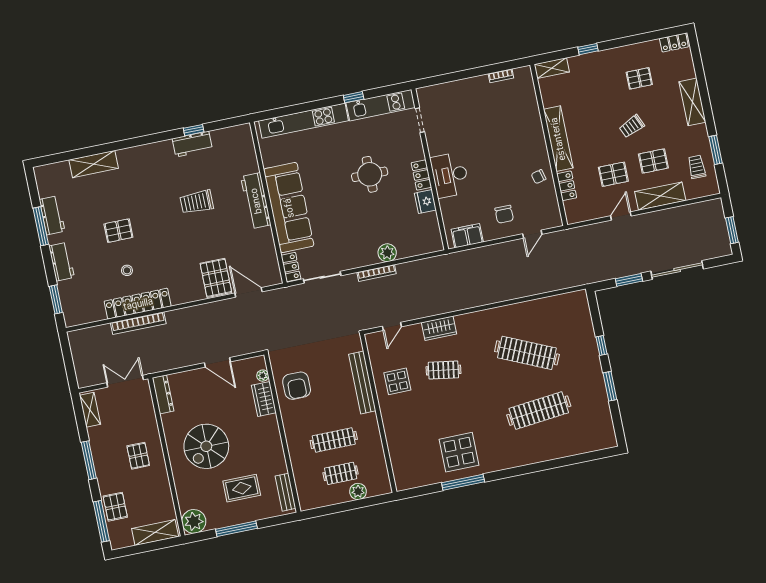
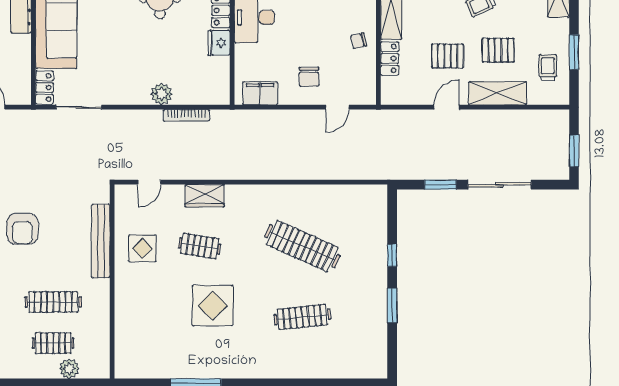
bookcase: (377, 273) -> (186, 115), moved
clothes rail: (539, 411) -> (302, 317), width x0.73, depth x0.76
display table: (459, 452) -> (213, 306), moved

